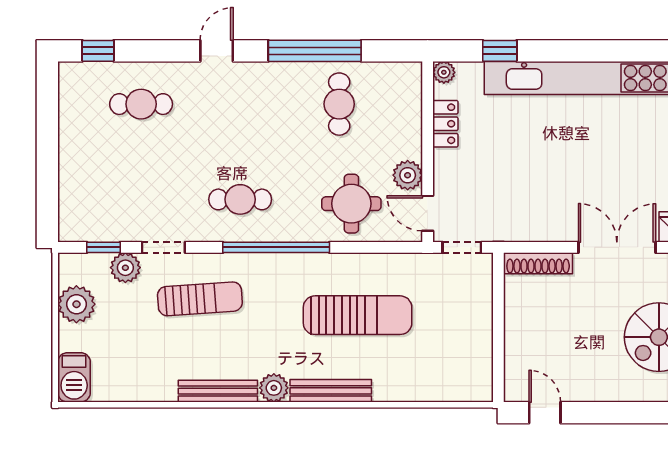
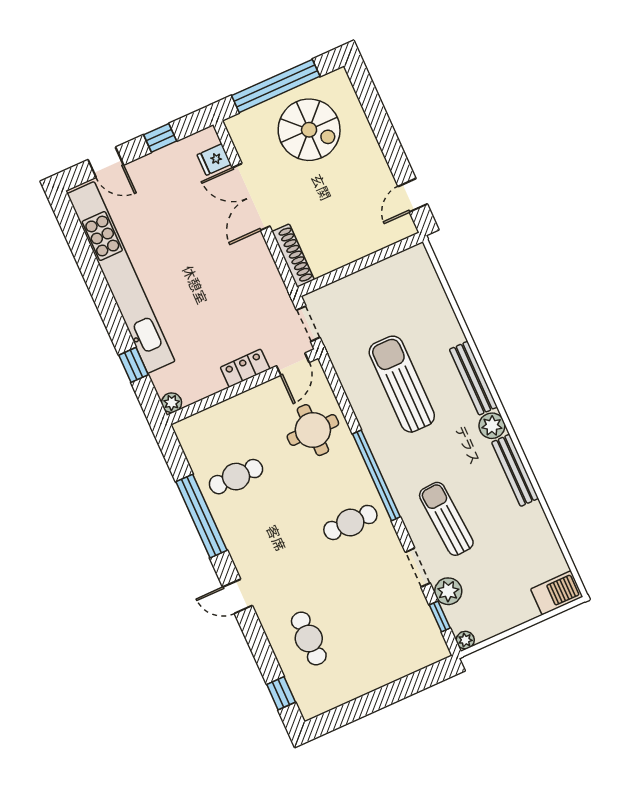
locker: (445, 124) -> (245, 368), moved
plant: (408, 175) -> (269, 395), removed
cafe table: (240, 199) -> (350, 522), turned 90
plant: (76, 304) -> (465, 640), moved, width x0.53, depth x0.53

